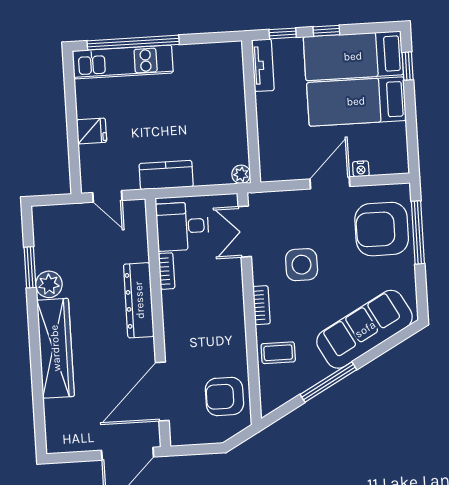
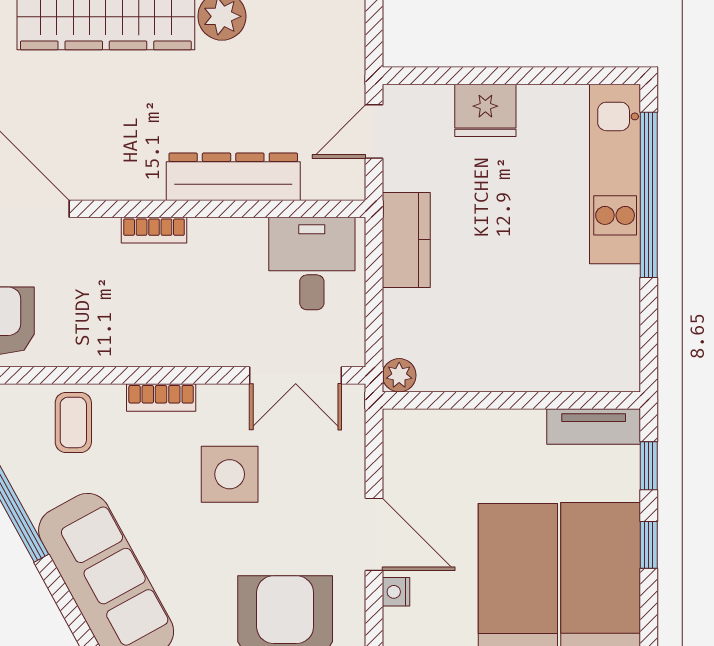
fridge: (92, 131) -> (485, 110), width x1.38
double door: (245, 232) -> (296, 375), swing flipped
bookcase: (167, 271) -> (154, 230), moved
dresser: (139, 300) -> (233, 177), moved

